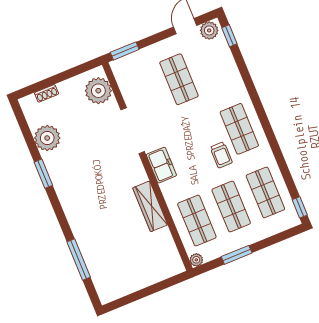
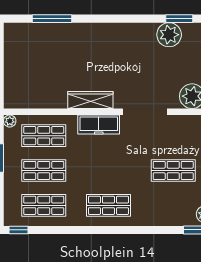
trolley: (221, 155) -> (92, 180), removed
freezer: (161, 165) -> (99, 125), width x1.40
window: (43, 174) -> (179, 19), moved
wardrobe: (150, 206) -> (90, 100), moved

